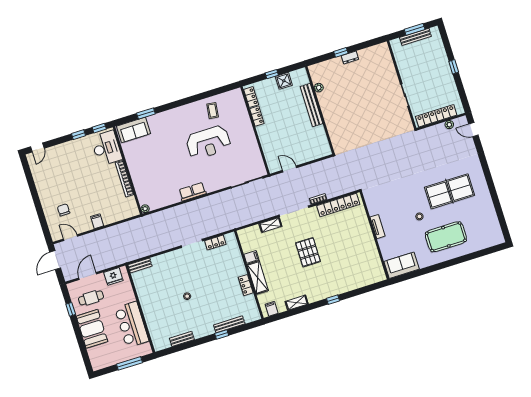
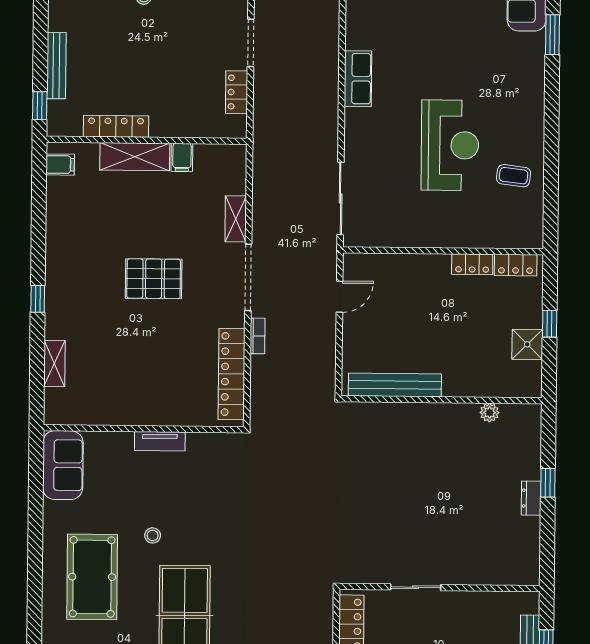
bench: (311, 105) -> (395, 385), moved
reception desk: (208, 142) -> (450, 145), turned 180
locker: (246, 285) -> (116, 126), width x1.53
shelving: (297, 303) -> (54, 364), moved
window: (222, 334) -> (40, 106), moved

